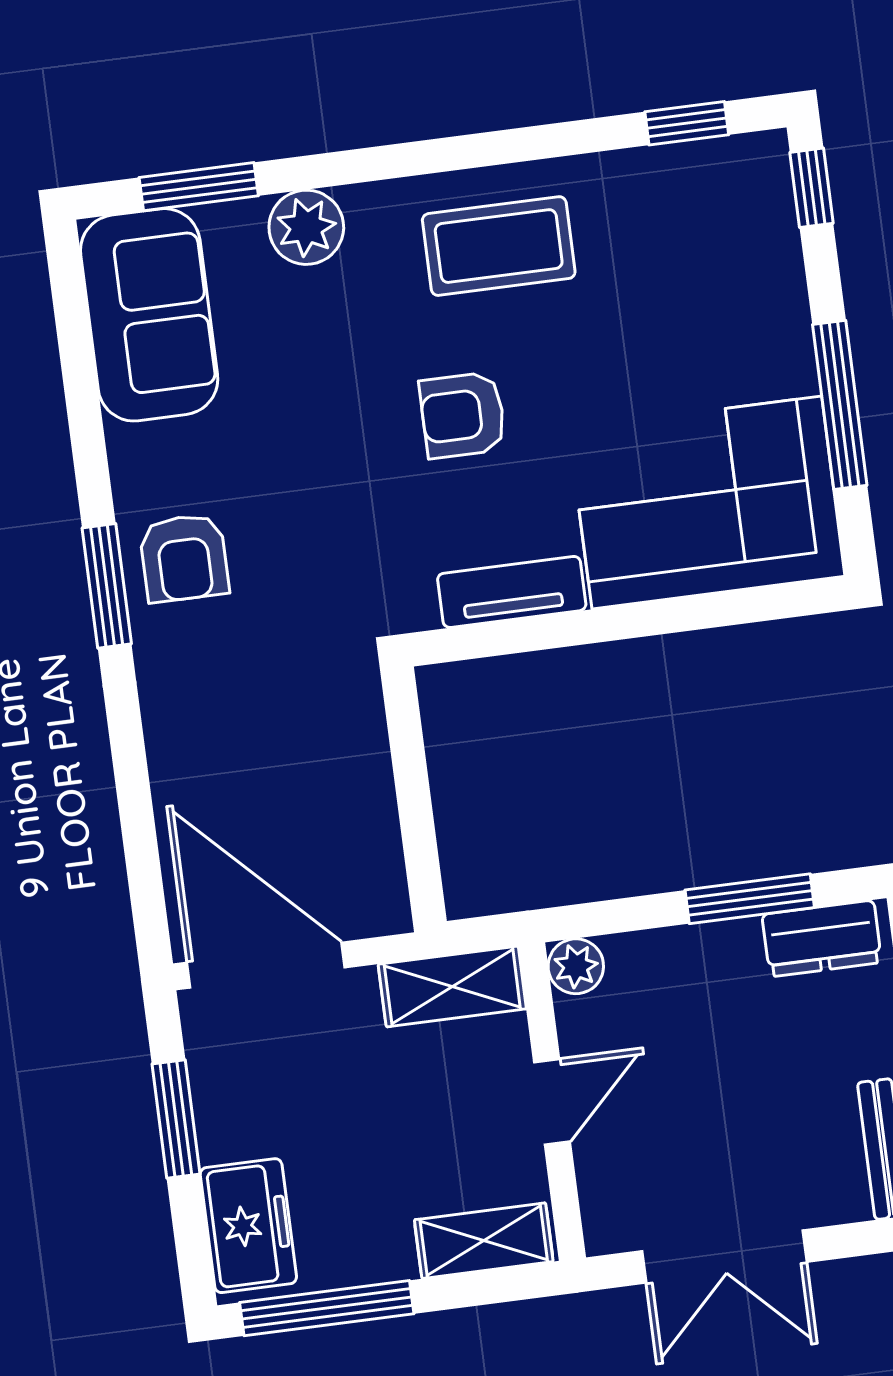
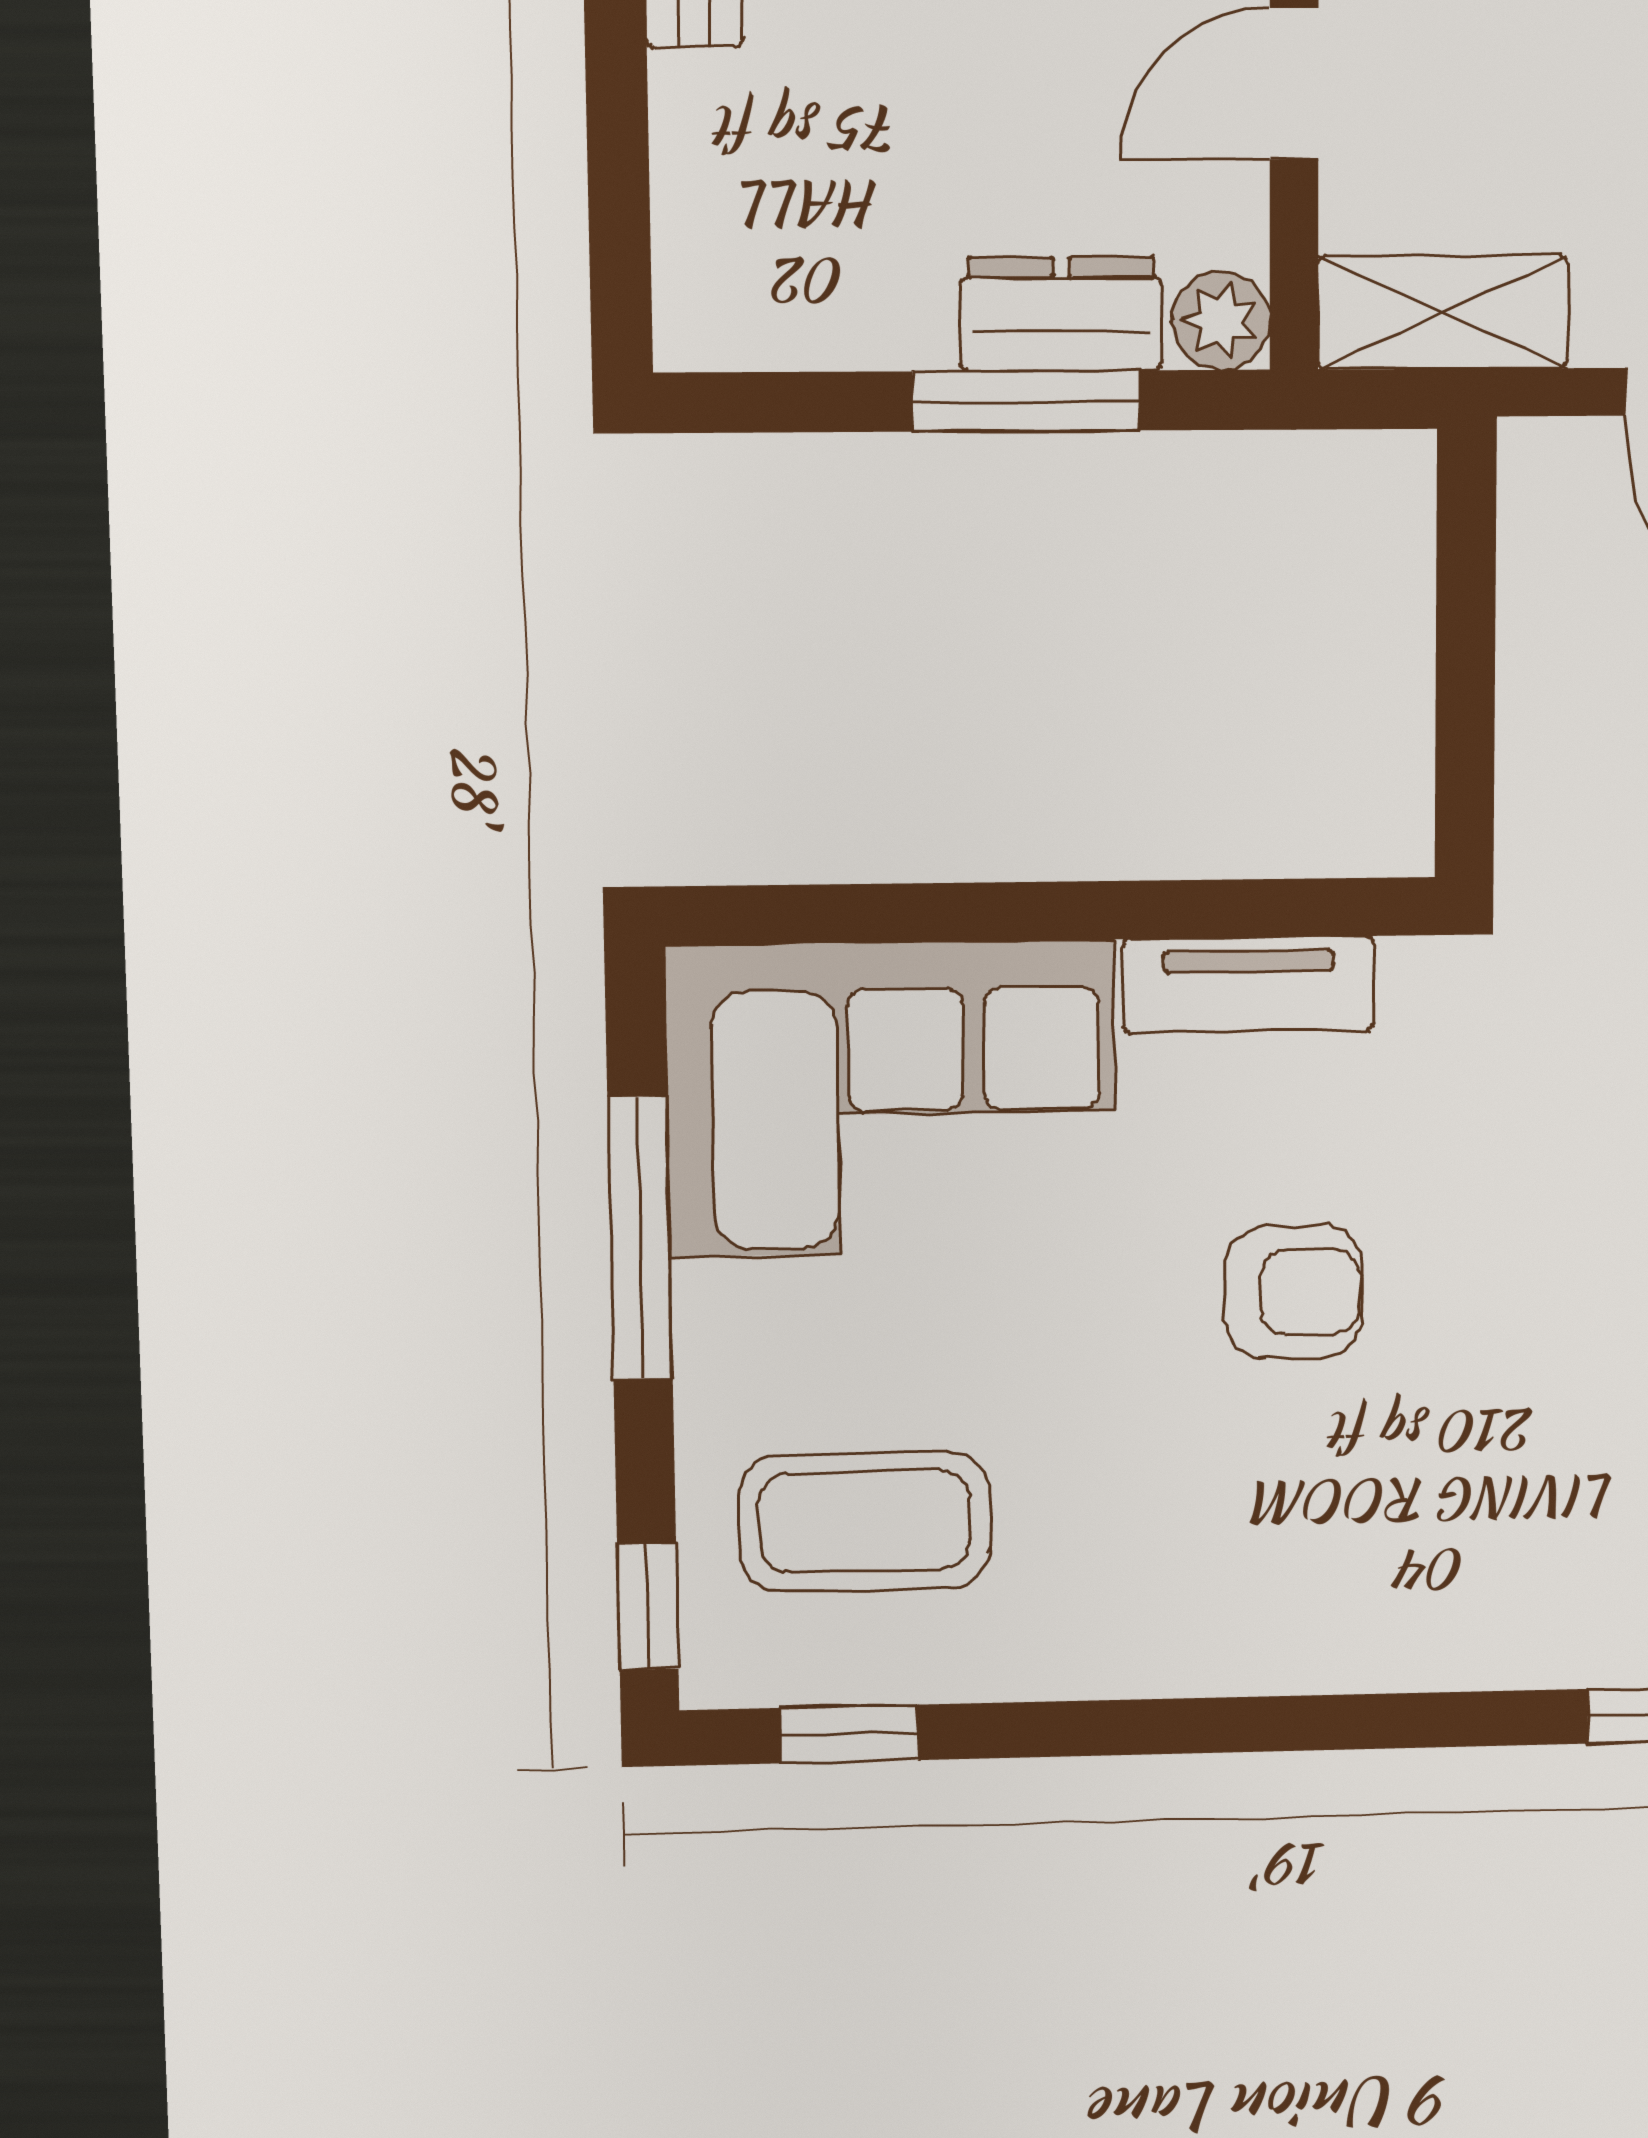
plant: (306, 227) -> (1515, 1630), removed
coffee table: (499, 246) -> (864, 1522), moved
window: (750, 899) -> (1026, 401), moved
dresser: (822, 938) -> (1061, 314), moved

